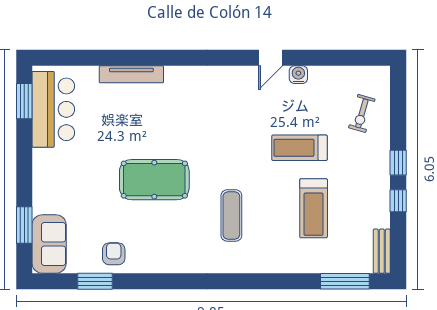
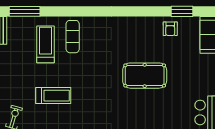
treadmill: (314, 208) -> (46, 44), moved
exercise mat: (231, 215) -> (73, 37), moved

